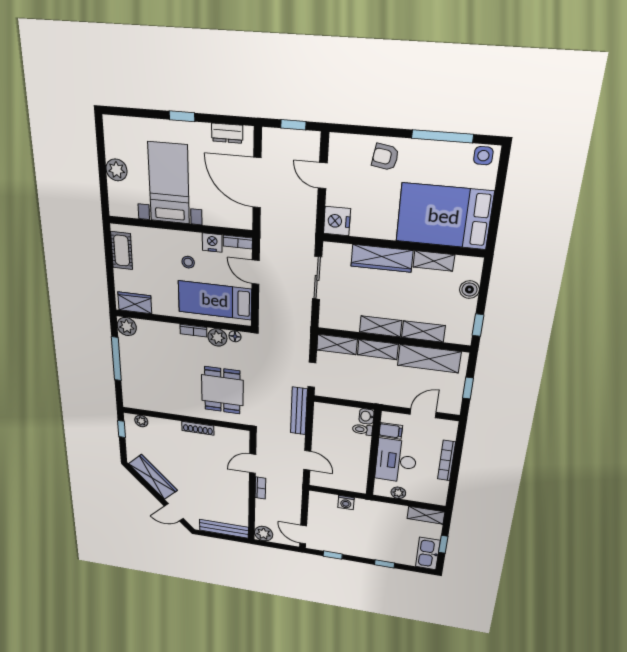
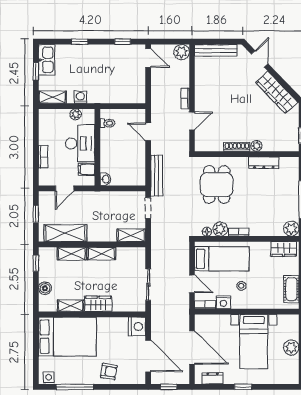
door: (323, 176) -> (148, 356), width x1.87
wardrobe: (382, 258) -> (98, 304), width x0.67
shelving: (378, 349) -> (102, 235), removed
dresser: (165, 406) -> (264, 163), added
plant: (141, 421) -> (256, 146), moved
toilet: (362, 430) -> (108, 123), moved
bookcase: (446, 460) -> (43, 157), width x0.64
washing machine: (346, 503) -> (80, 97), moved
door: (174, 512) -> (260, 59), hinge flipped

